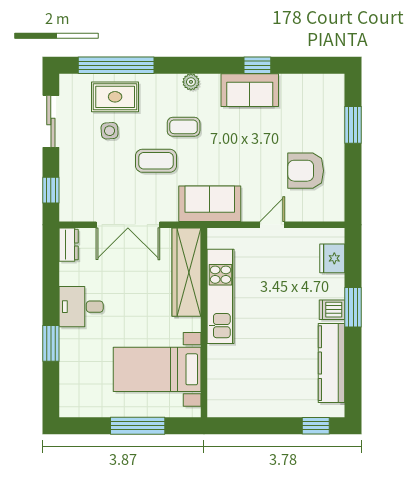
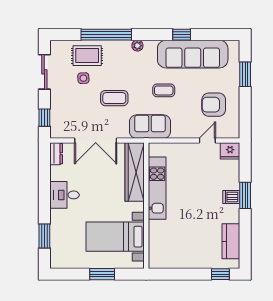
window: (116, 65) -> (106, 35), moved
sofa: (250, 90) -> (193, 54), width x1.85, depth x1.27
coffee table: (184, 127) -> (164, 90), moved
door: (272, 225) -> (207, 141), moved
fridge: (332, 258) -> (230, 151), moved, turned -90
window: (51, 343) -> (44, 236), moved
kitchen counter: (332, 363) -> (231, 241), width x0.67
window: (138, 426) -> (102, 274), width x0.69

